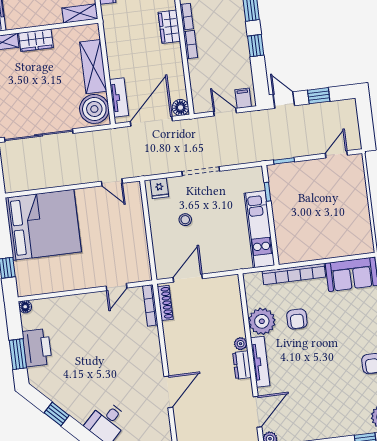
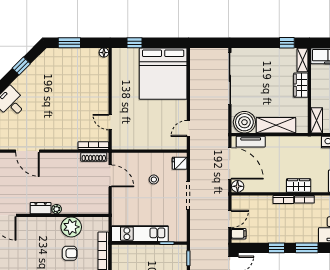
armchair: (297, 319) -> (70, 253), turned 180
printer: (37, 348) -> (72, 58), removed
tv unit: (260, 362) -> (41, 222), removed

